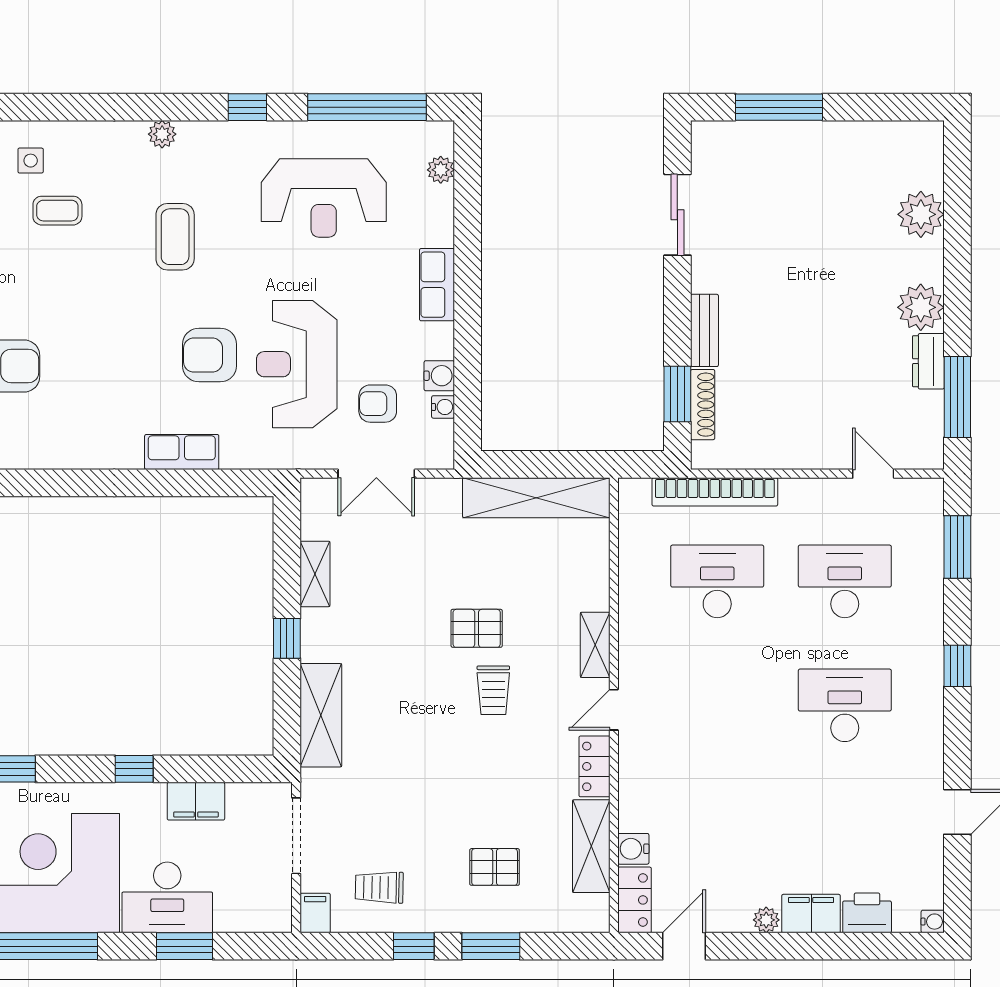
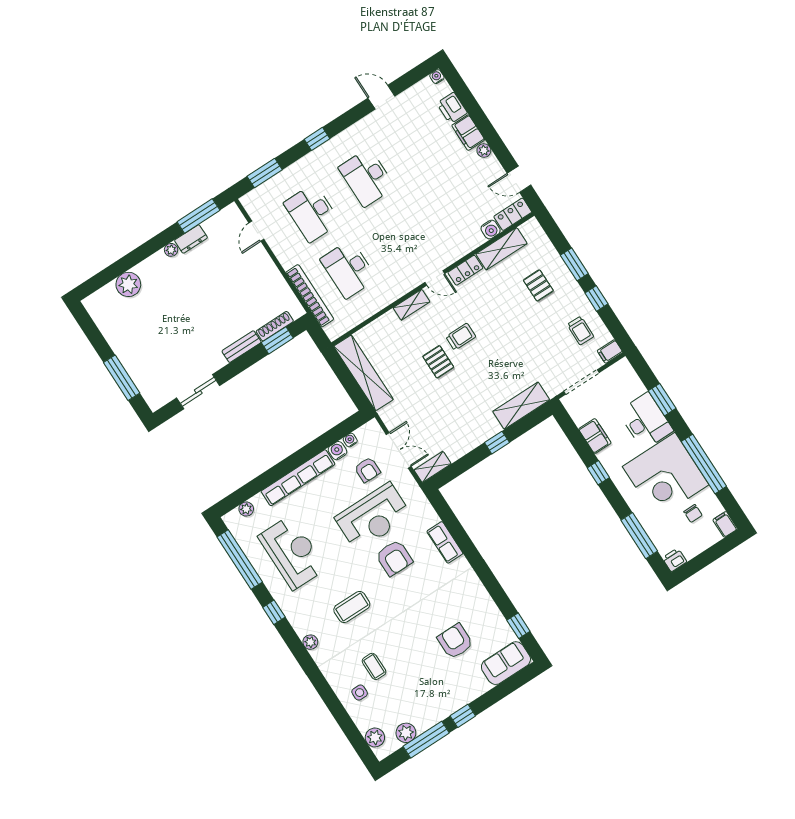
row of seats: (437, 285) -> (298, 478), width x2.02
plant: (921, 307) -> (171, 250), width x0.53, depth x0.53
shelving: (315, 574) -> (433, 467), moved

